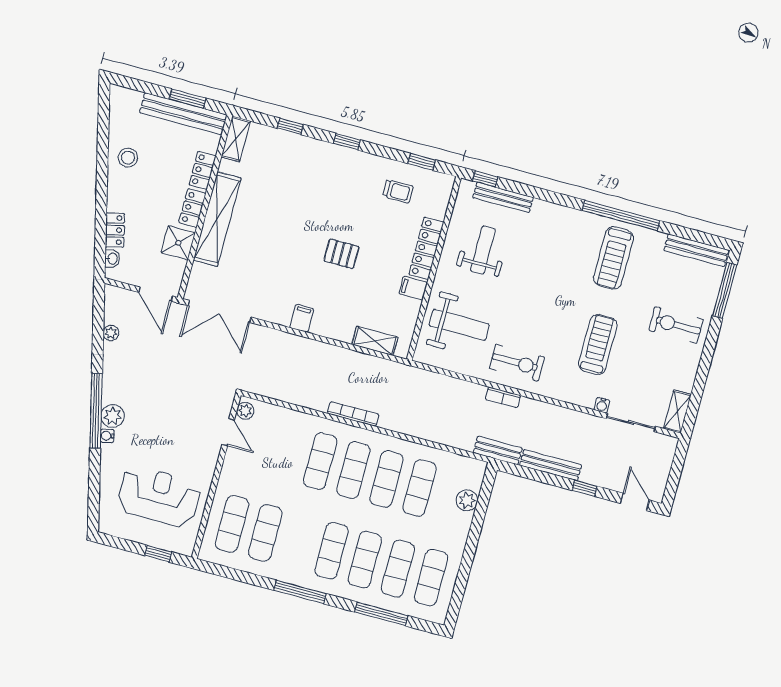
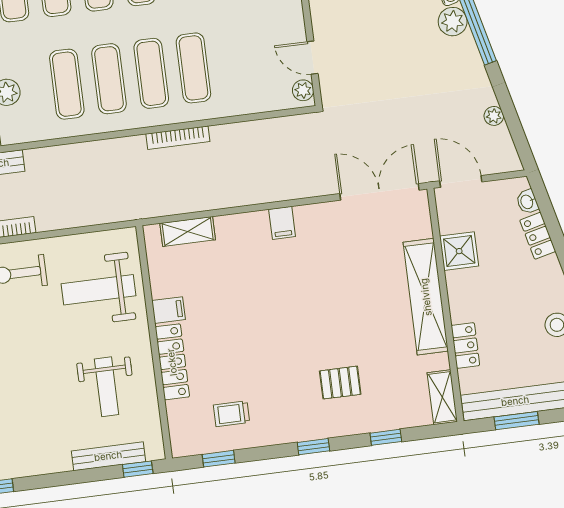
locker: (192, 208) -> (459, 298), removed
pallet: (341, 254) -> (340, 383), moved

